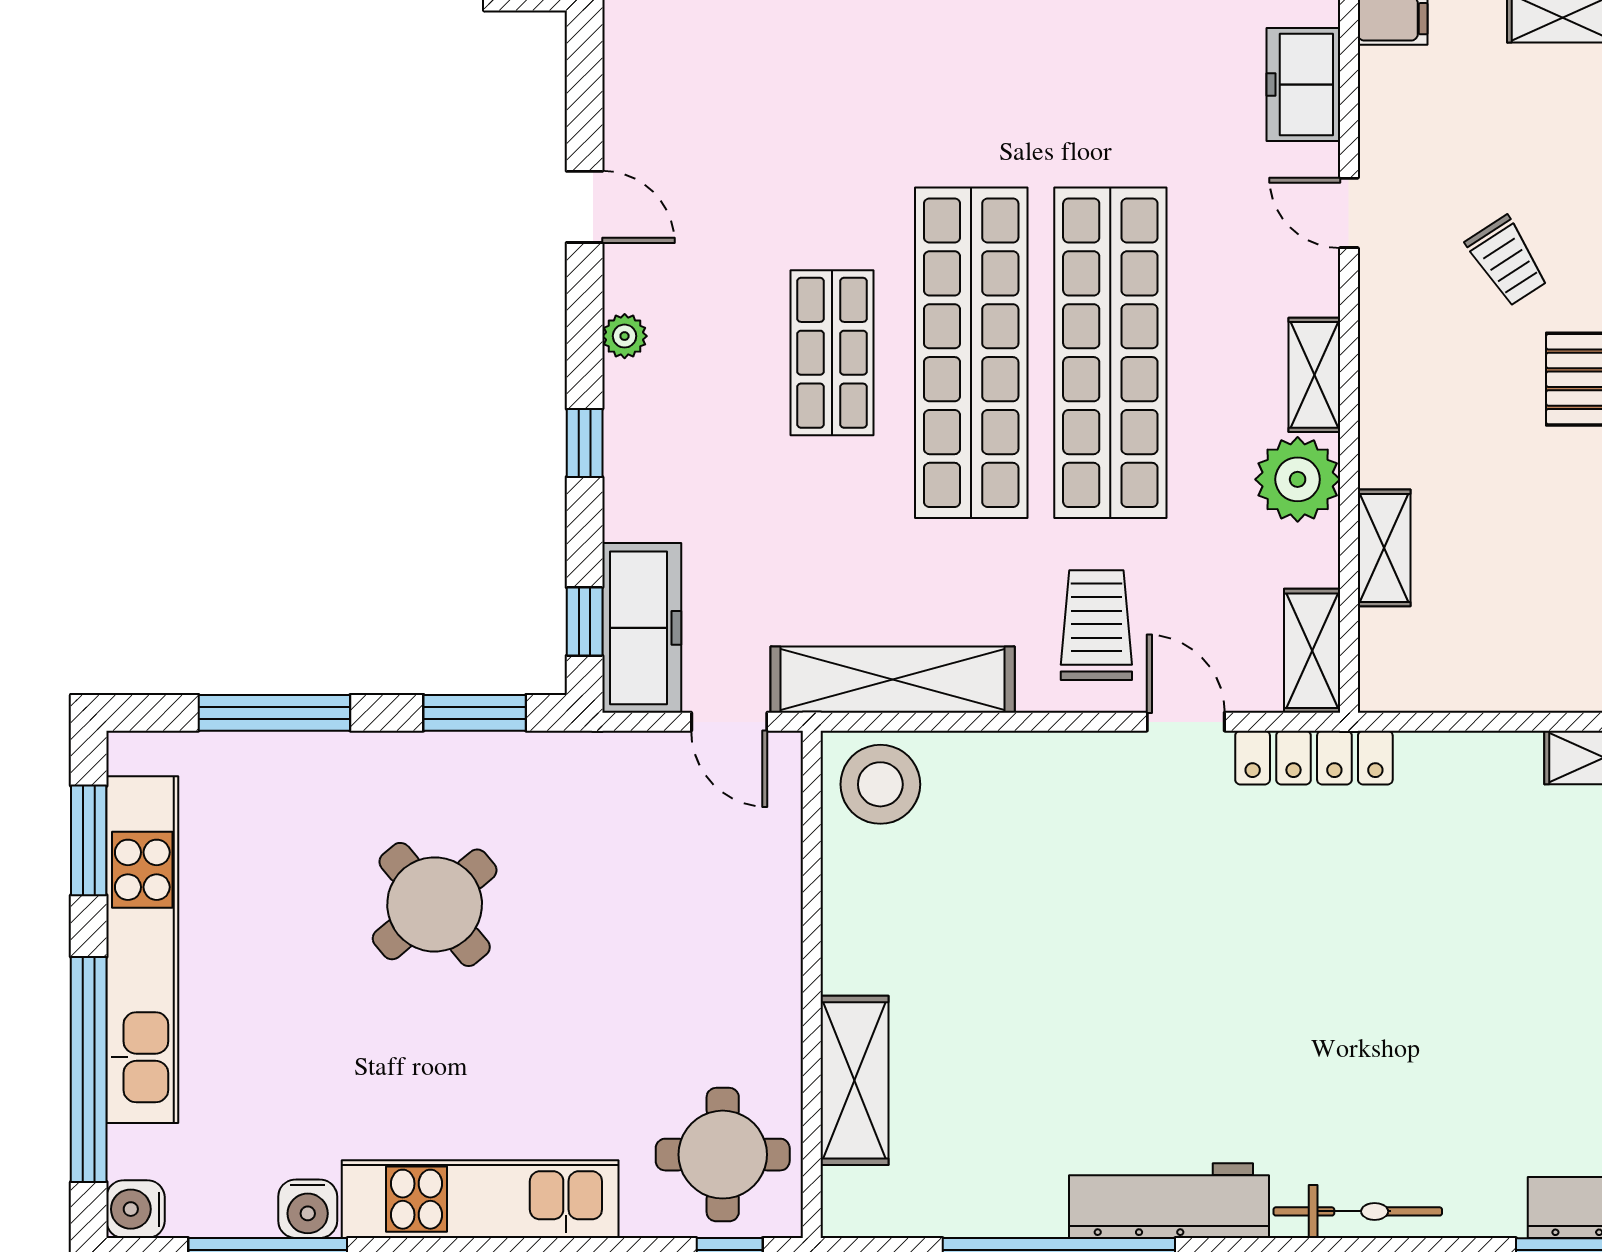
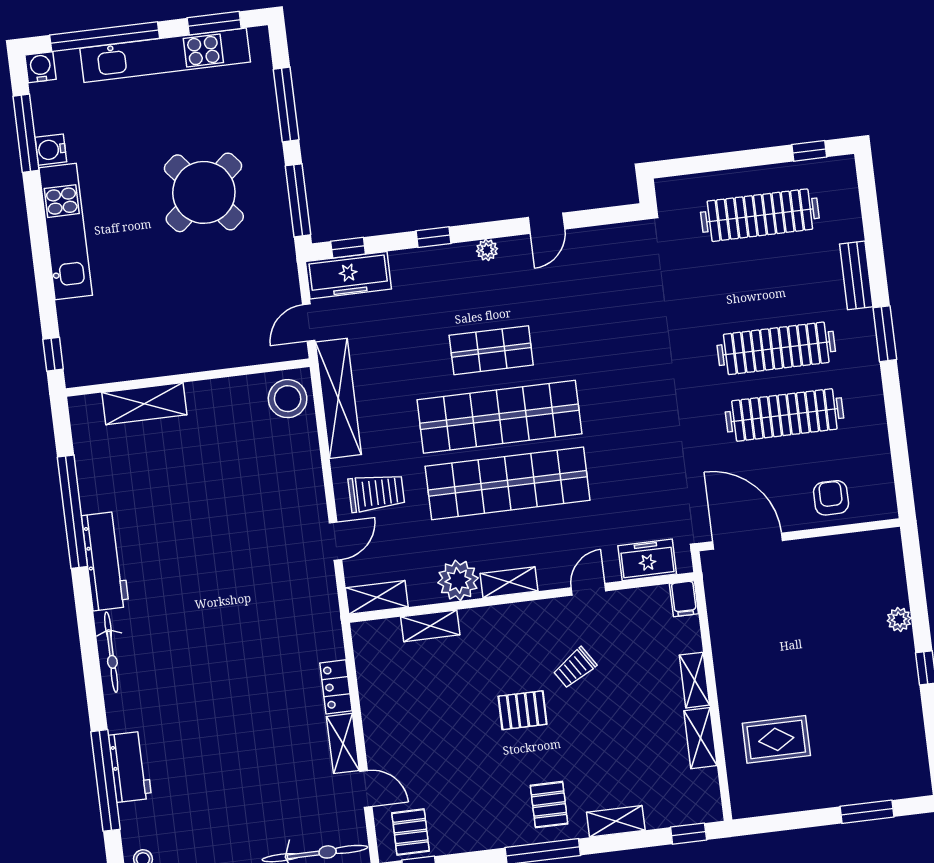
window: (475, 713) -> (298, 200), width x1.44
locker: (1314, 758) -> (336, 687), moved, width x0.66
round table: (435, 904) -> (204, 192), width x1.36, depth x1.36
round table: (723, 1155) -> (101, 345), removed

